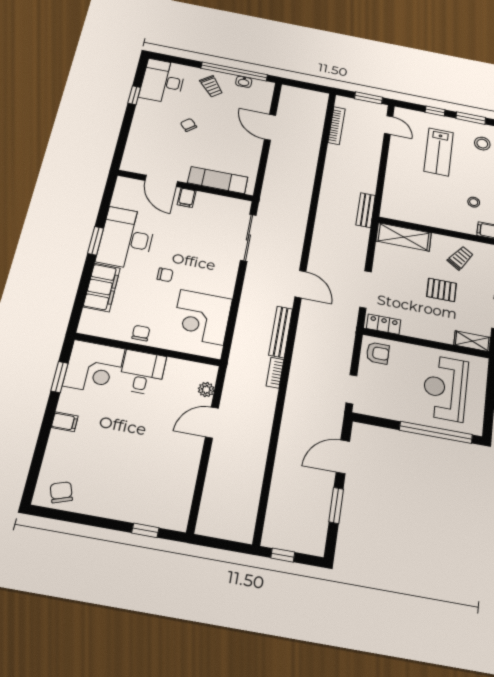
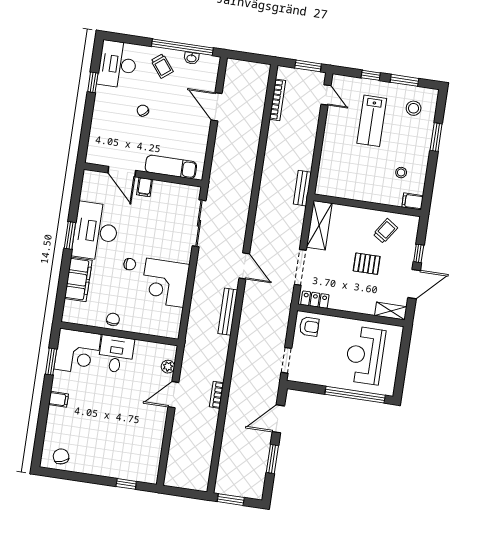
shelving: (404, 237) -> (319, 225), moved, turned 90
corner desk: (202, 317) -> (165, 283), moved
bookcase: (275, 373) -> (217, 395), moved
window: (283, 555) -> (231, 500), width x1.50

